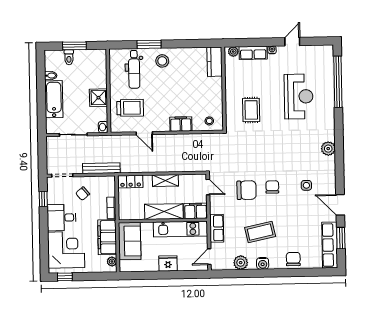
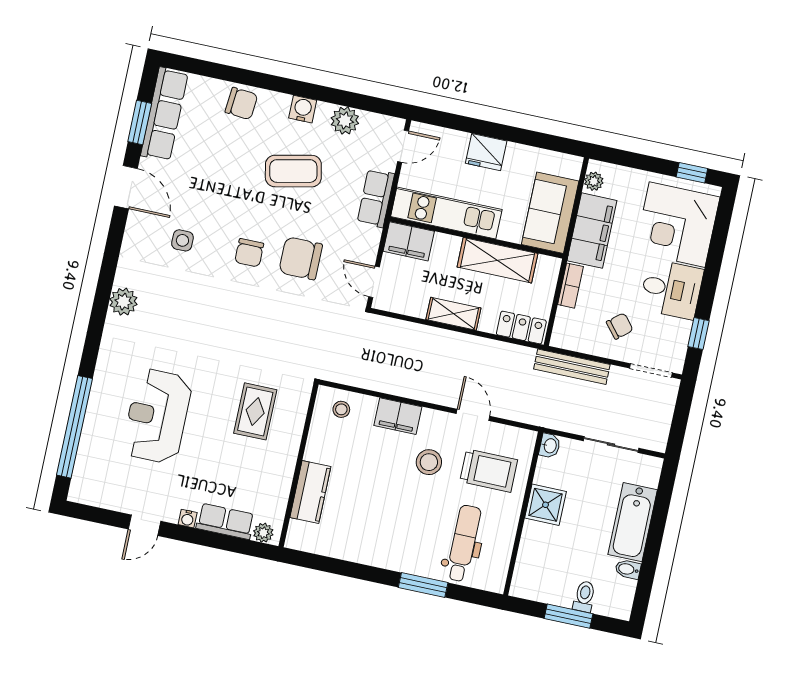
stool: (162, 61) -> (429, 462), moved
kitchen counter: (215, 62) -> (310, 492), moved
trolley: (130, 108) -> (489, 471), turned 180
shelving: (164, 212) -> (497, 260), moved
chair: (293, 259) -> (241, 103), turned -85

